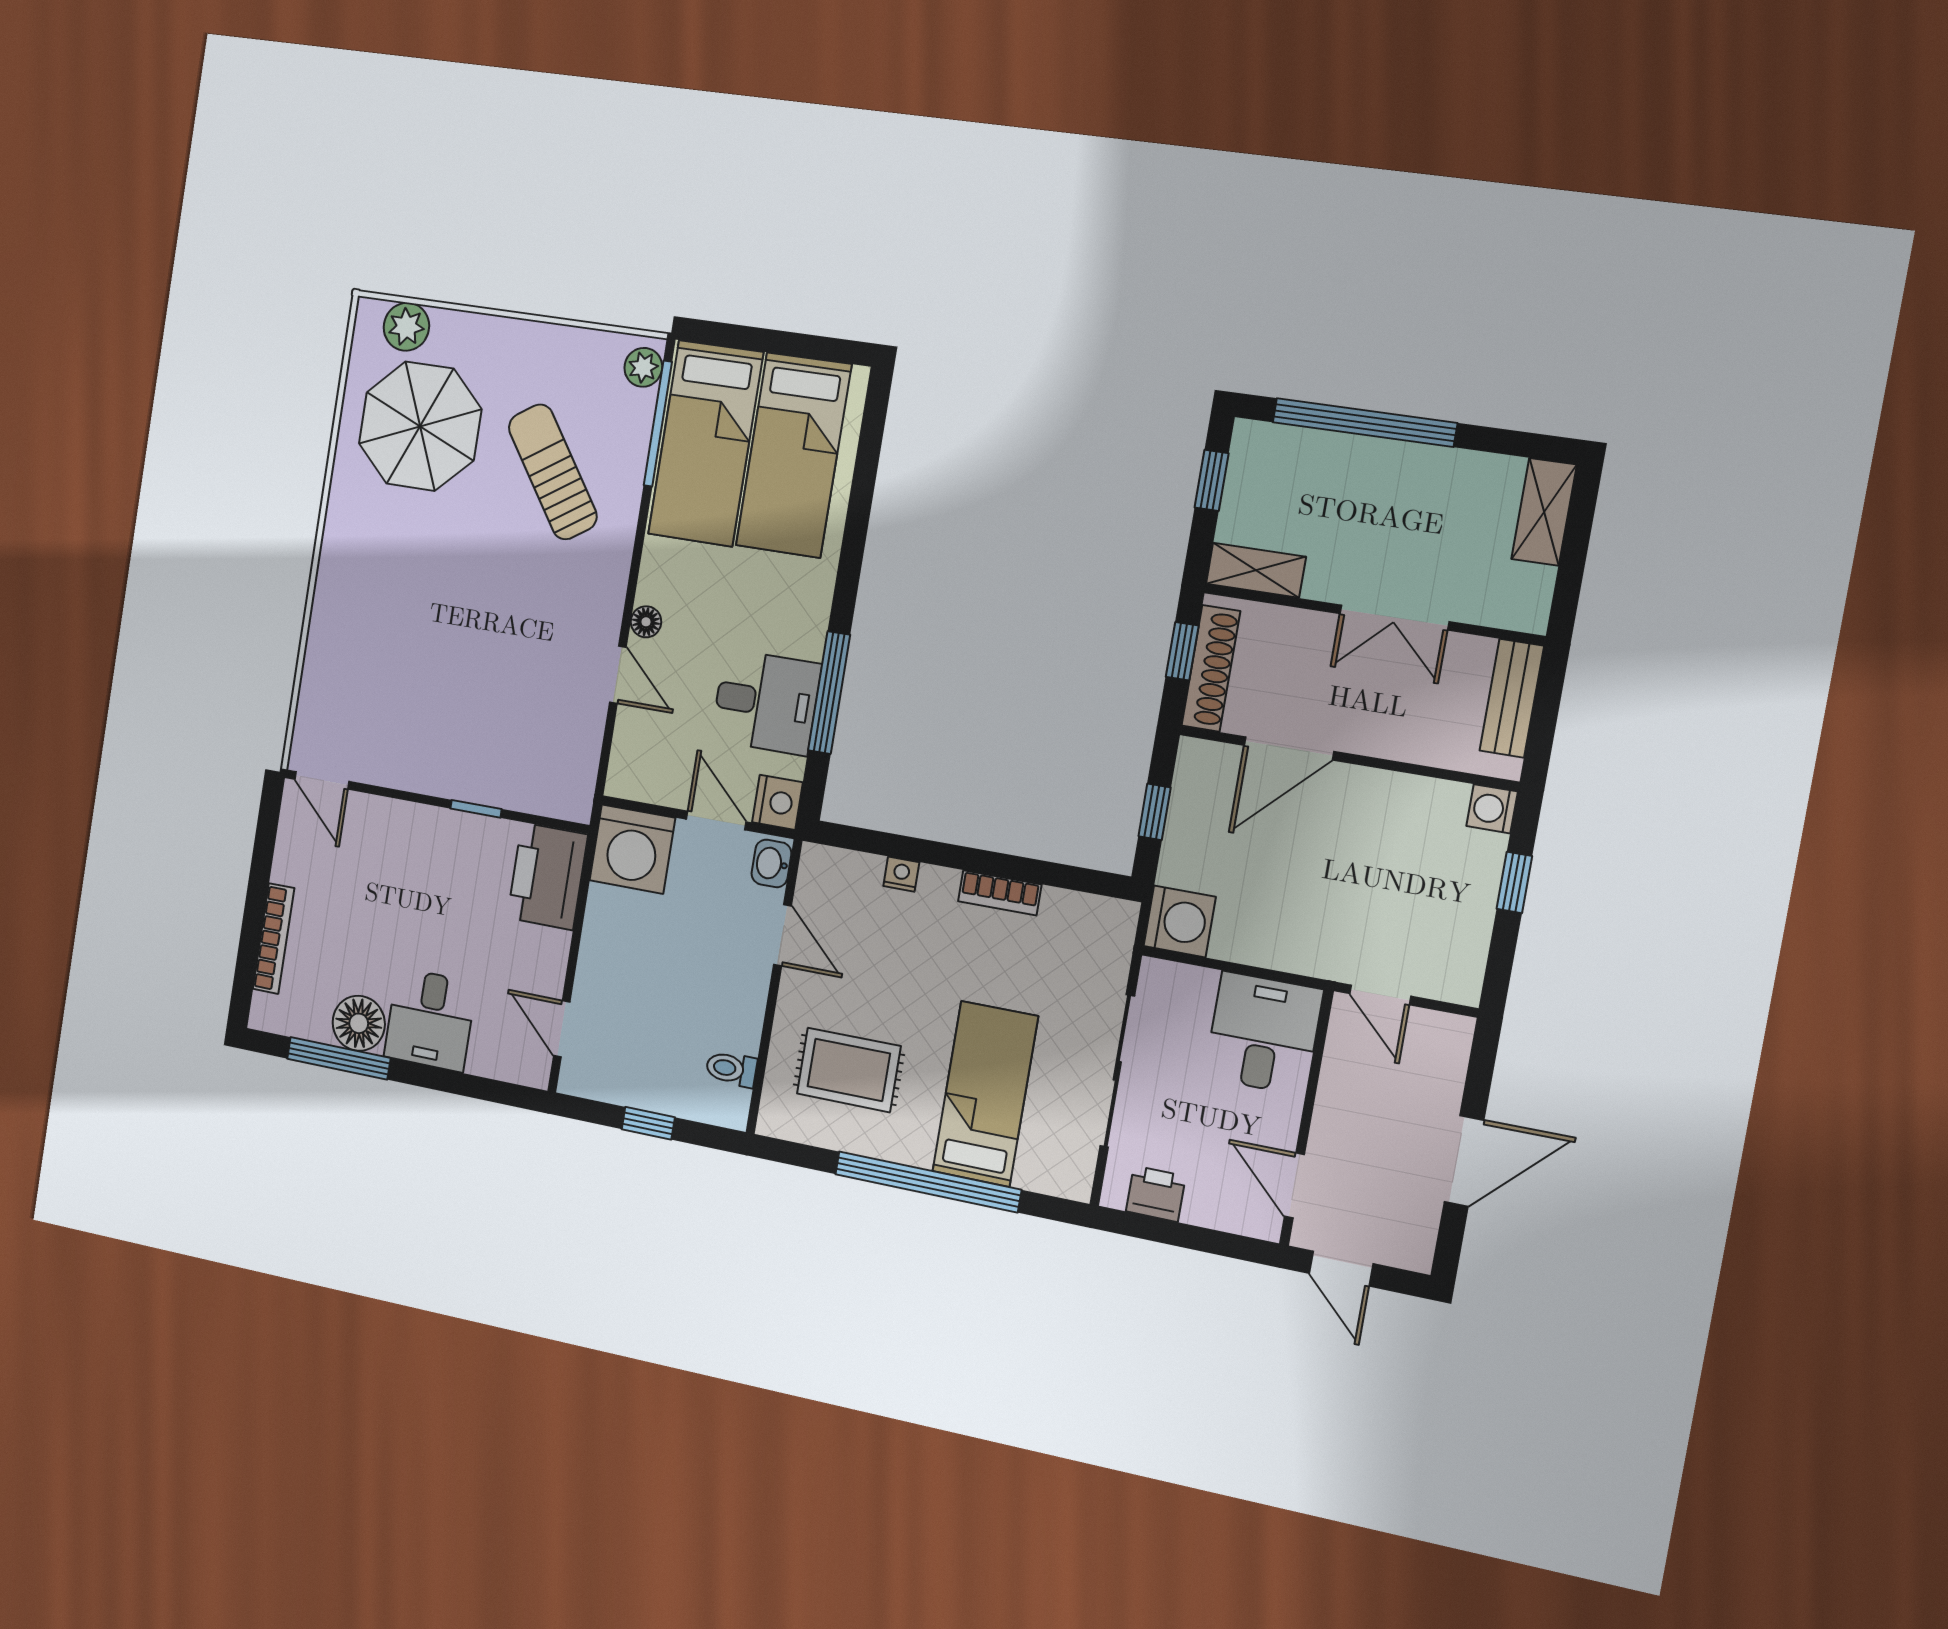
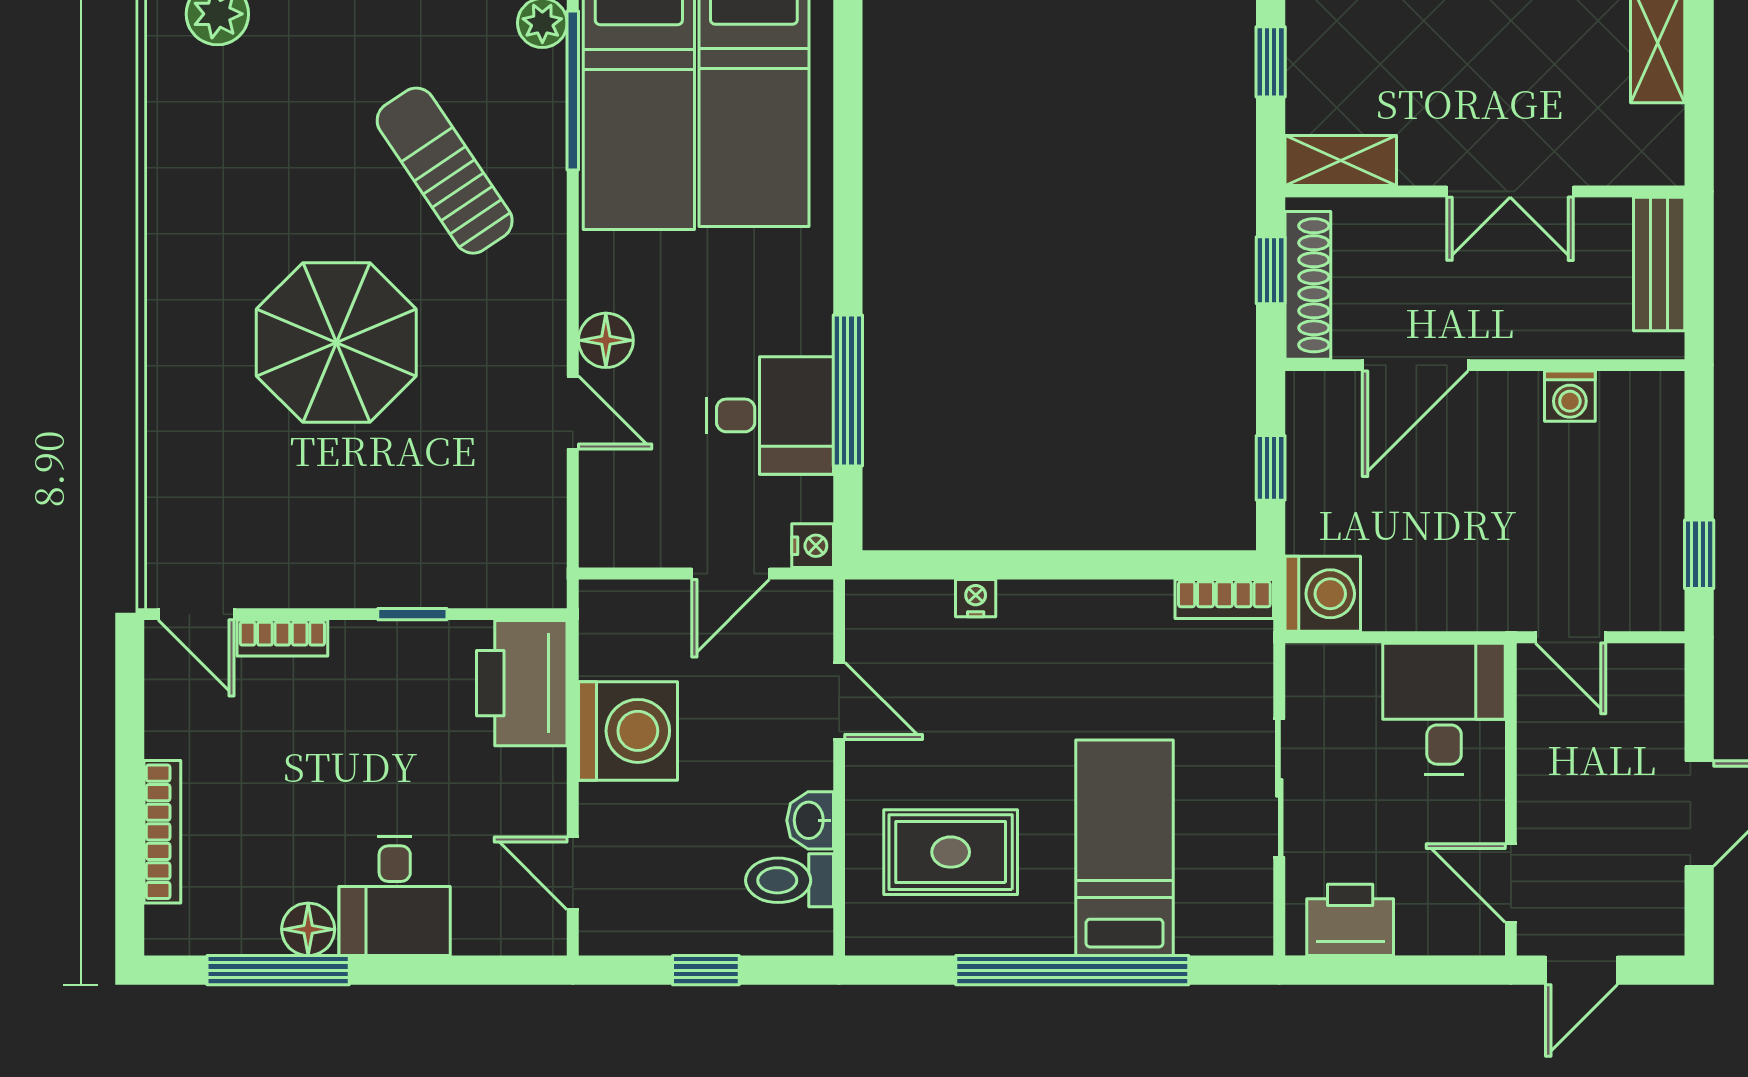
parasol: (420, 426) -> (336, 342), moved
floor lamp: (646, 622) -> (606, 340), width x1.37, depth x1.37
nightstand: (778, 802) -> (813, 546), width x0.72, depth x0.74
washing machine: (1492, 809) -> (1570, 396), moved, turned -90
bookcase: (380, 810) -> (282, 638), added
door: (716, 821) -> (731, 574), swing flipped
washing machine: (632, 849) -> (628, 731), moved, turned -90
washbasin: (771, 863) -> (810, 820), moved
window: (1514, 882) -> (1699, 554), moved
bookcase: (1000, 893) -> (1224, 599), moved
floor lamp: (359, 1023) -> (308, 929), width x0.73, depth x0.73
toilet: (731, 1069) -> (790, 880), width x1.37, depth x1.39
sliding door: (1117, 1071) -> (1279, 788), width x0.73
printer: (1156, 1194) -> (1350, 920), width x1.36, depth x1.24
door: (1341, 1269) -> (1582, 970), hinge flipped

